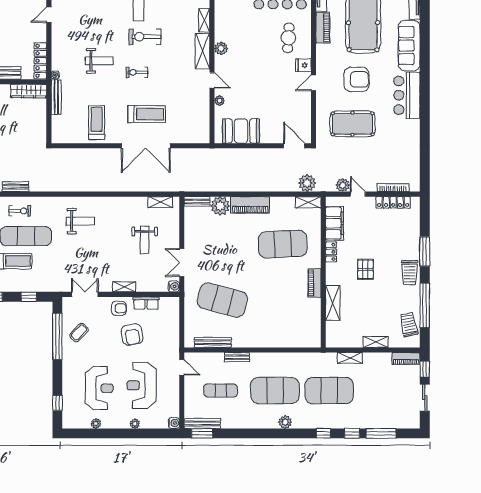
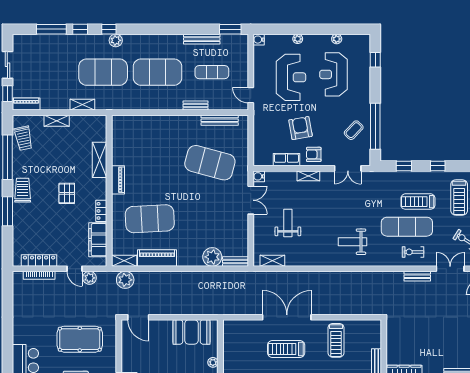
piano: (250, 205) -> (157, 258), moved
plant: (285, 422) -> (116, 40), moved
bench: (202, 423) -> (202, 39), moved

